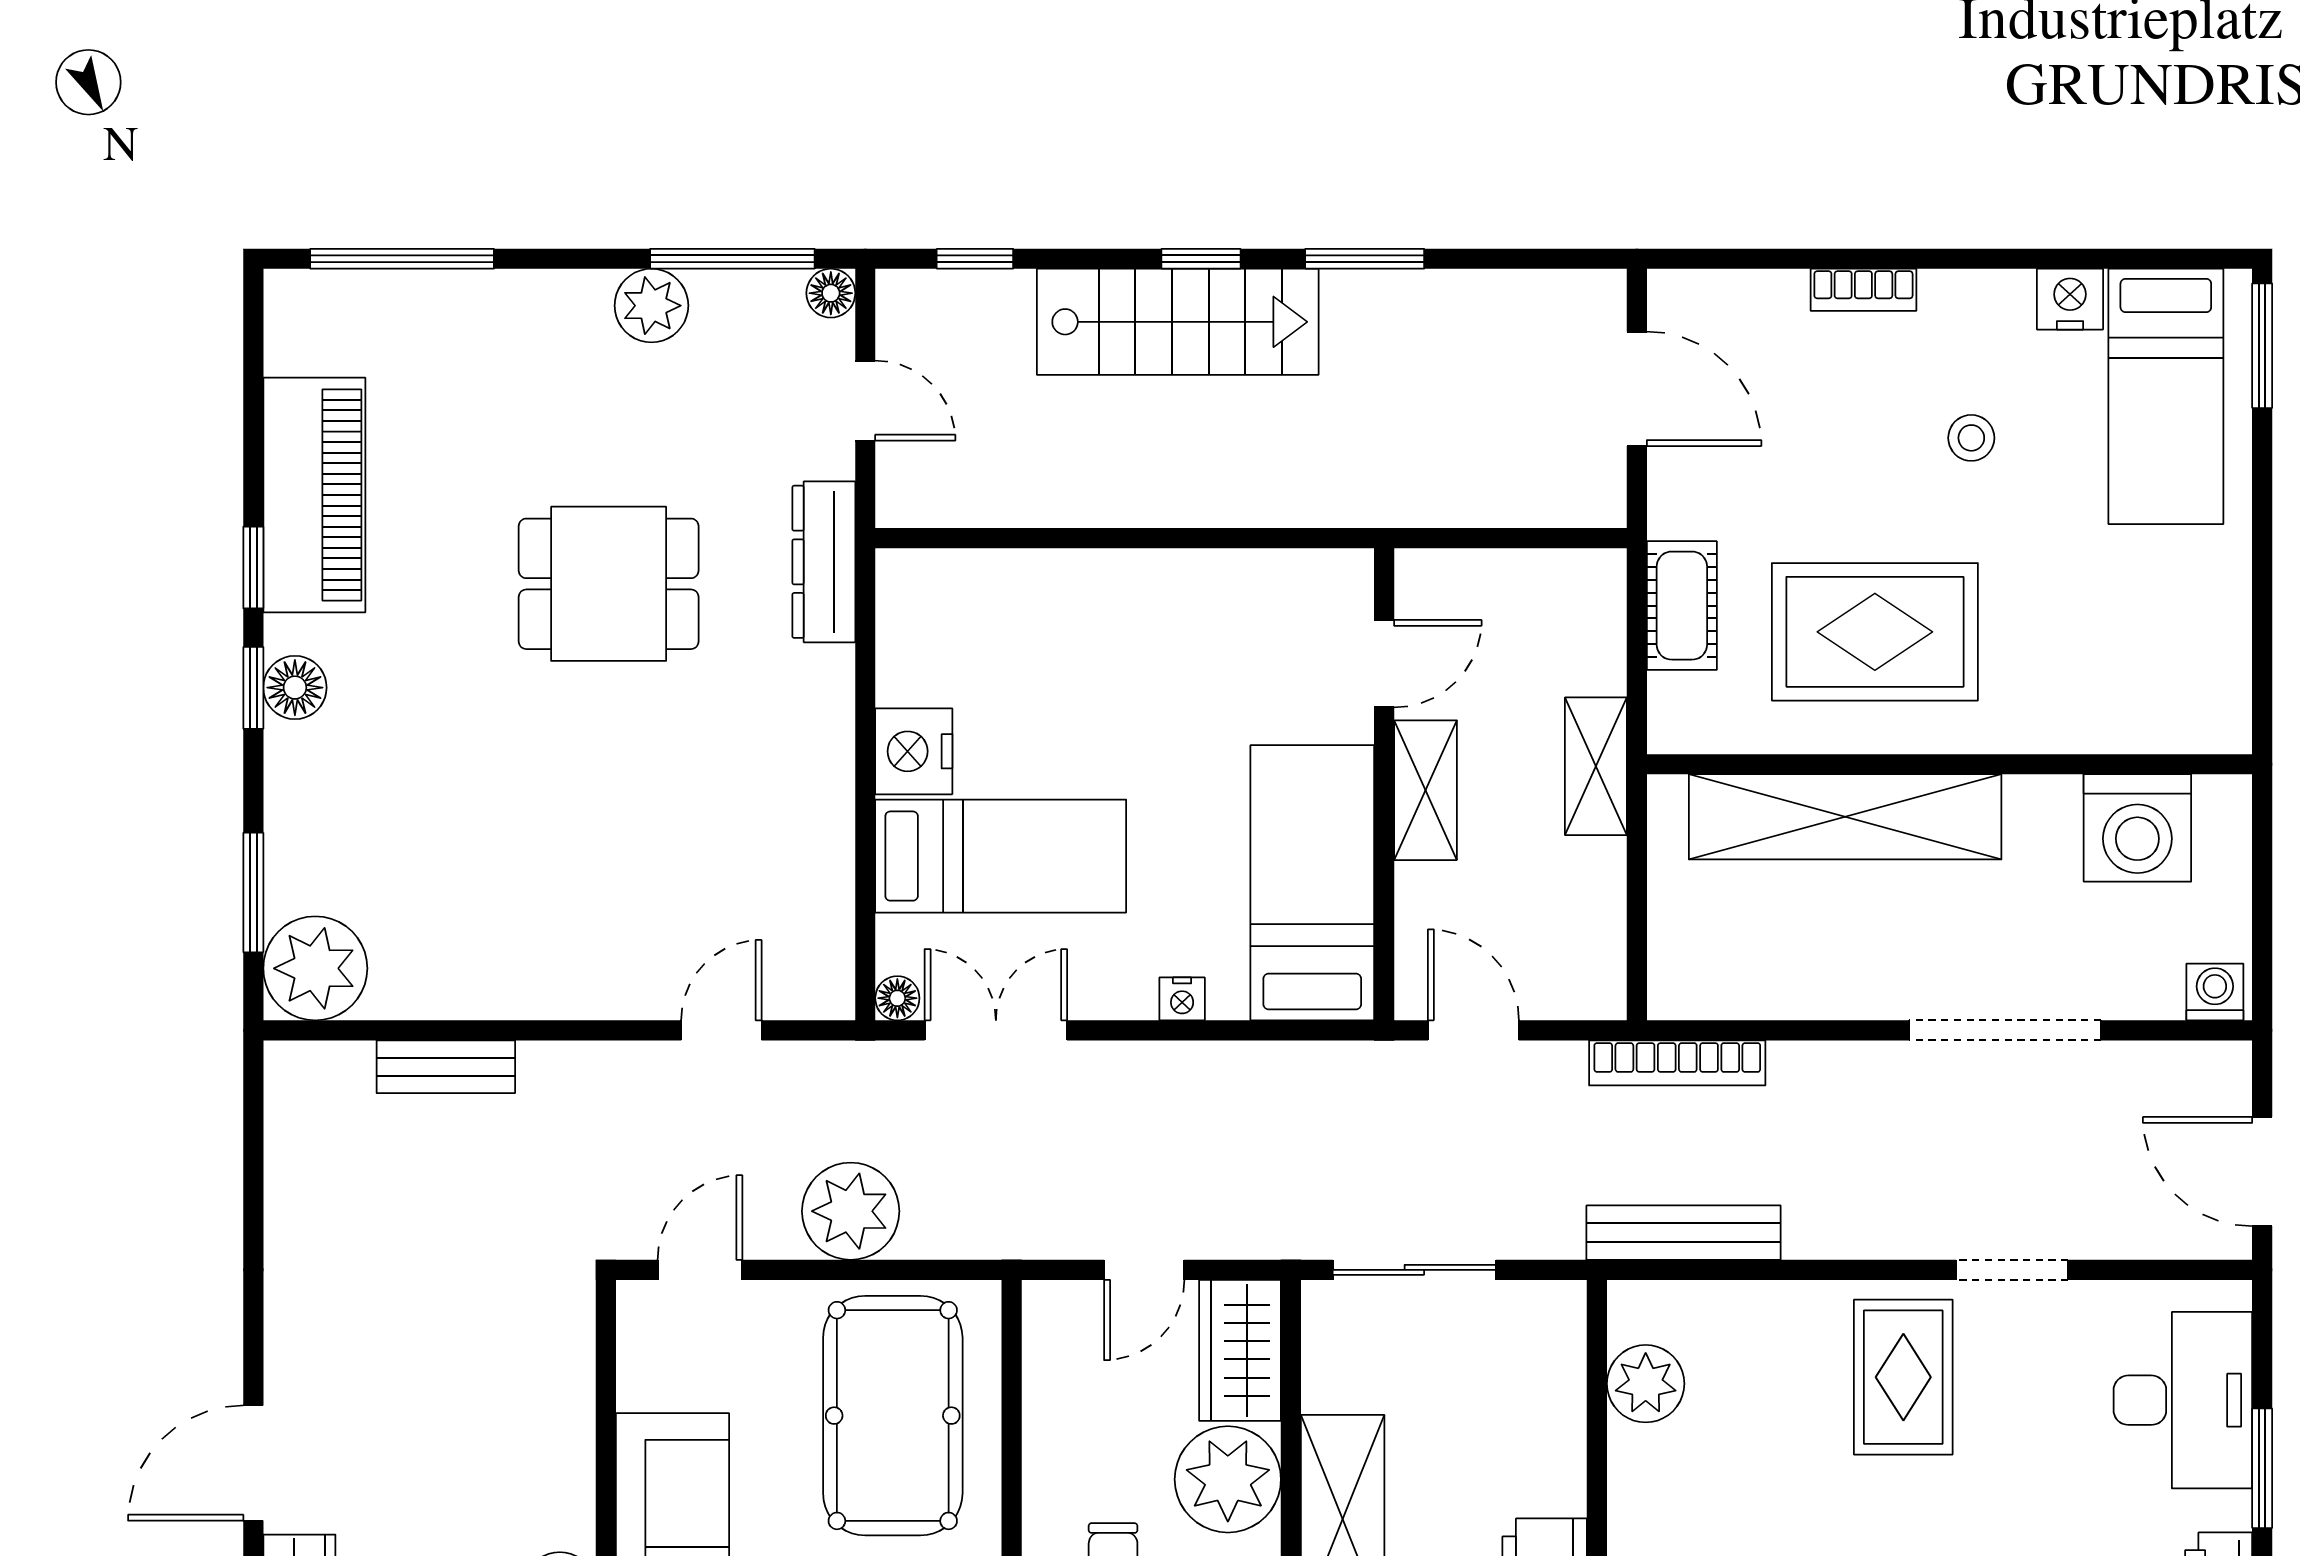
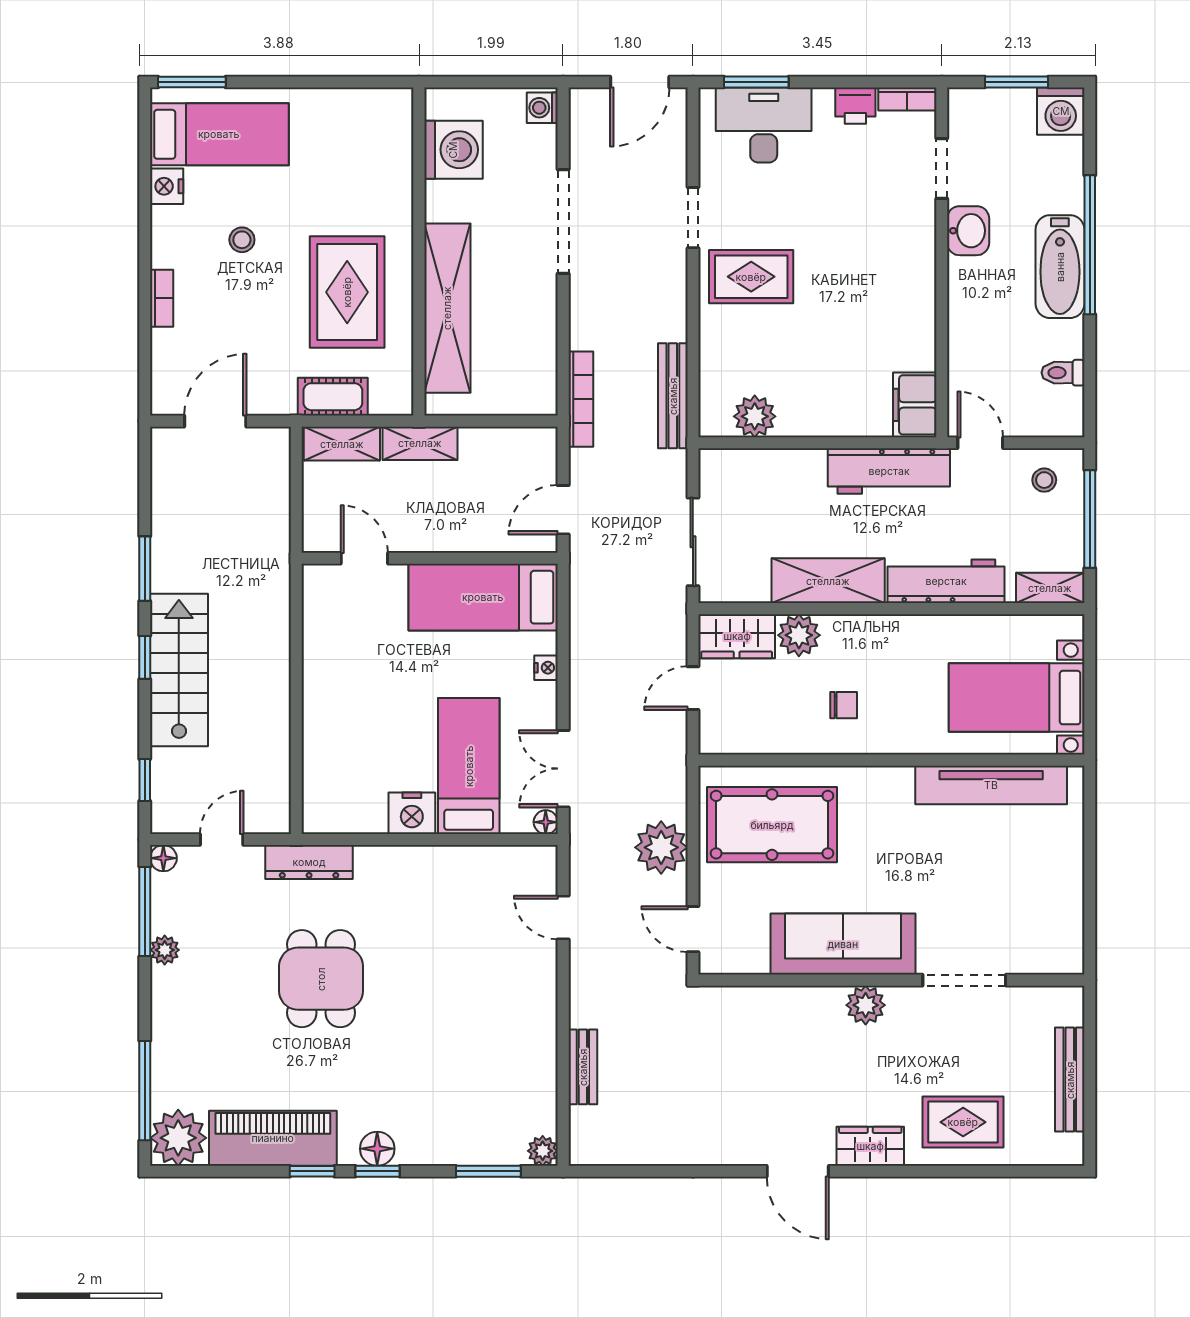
plant: (651, 306) -> (165, 950), width x0.73, depth x0.73
plant: (315, 320) -> (178, 1138), added
shelving: (1426, 790) -> (342, 444), moved
plant: (315, 968) -> (543, 1151), width x0.53, depth x0.53
door: (1144, 1270) -> (693, 688), swing flipped
window: (2262, 1468) -> (756, 82), moved
plant: (1228, 1479) -> (799, 635), width x0.73, depth x0.73

